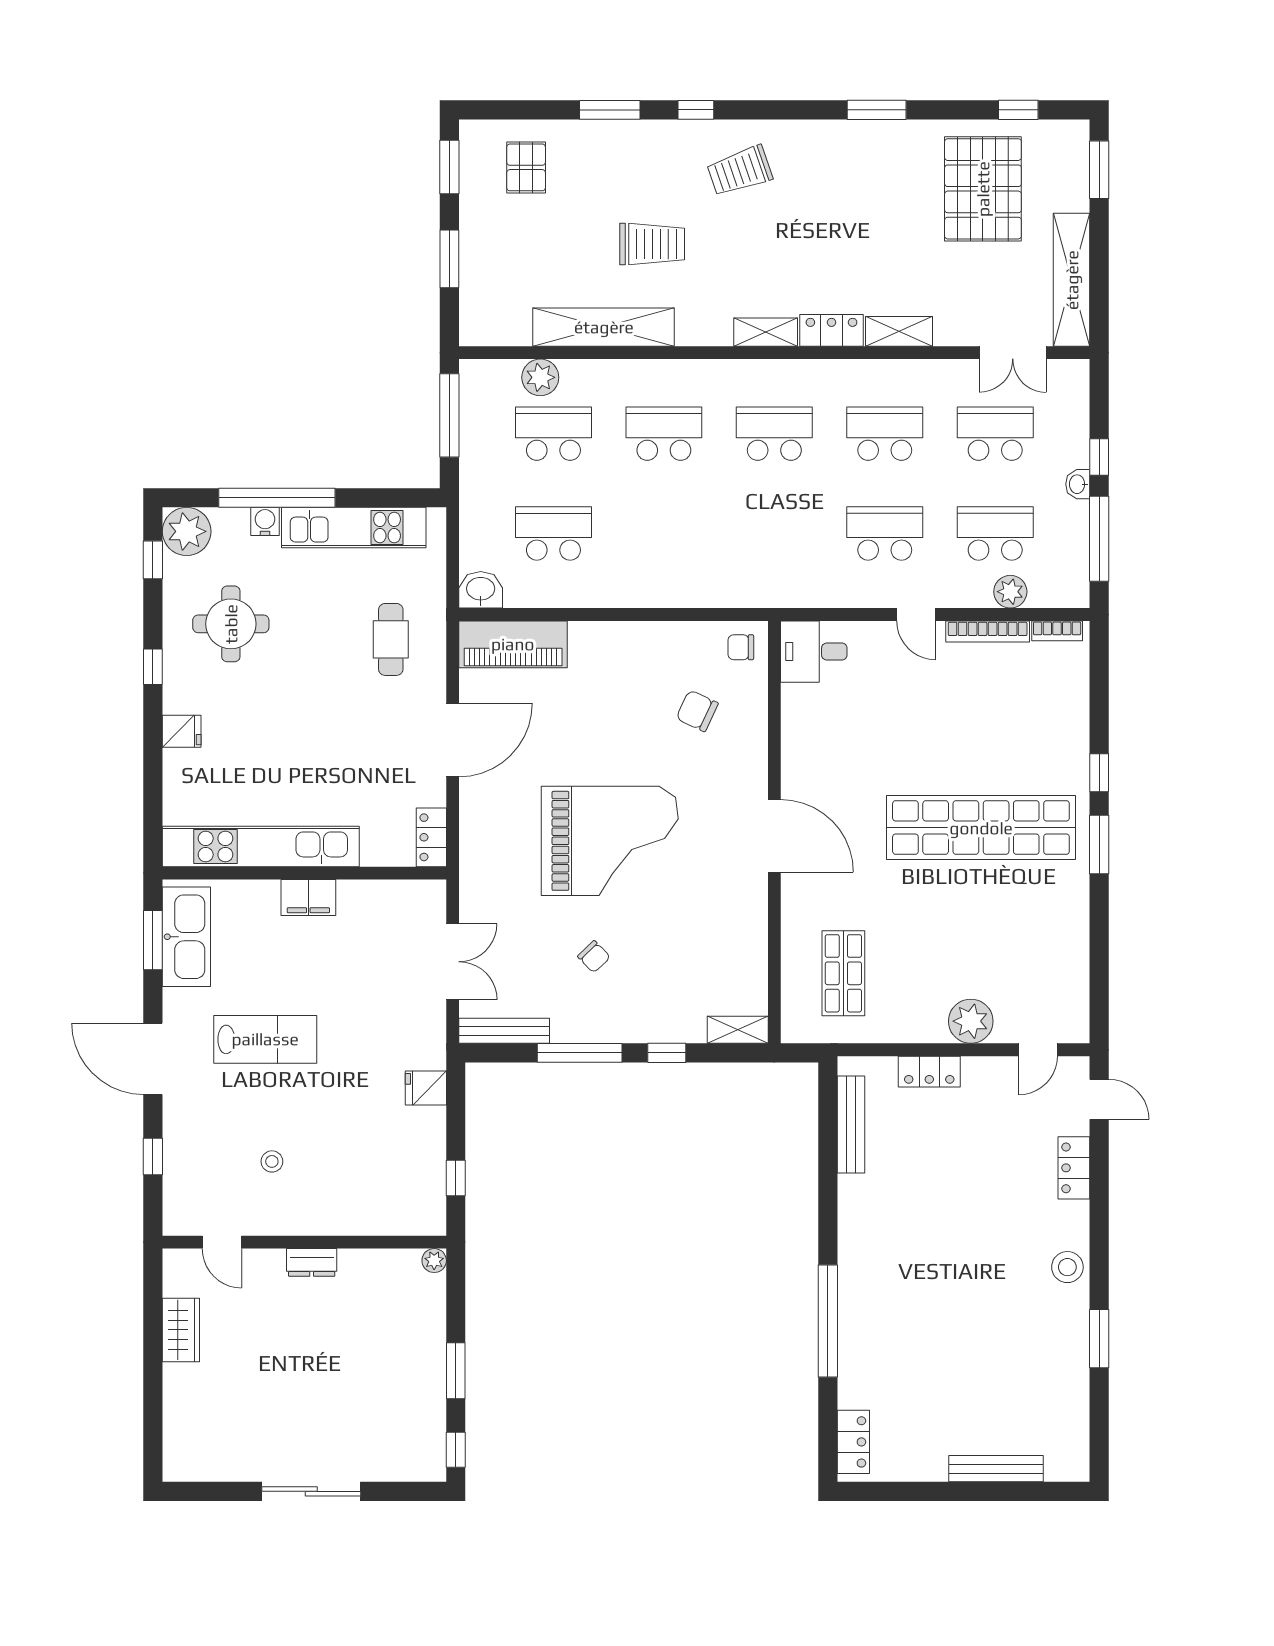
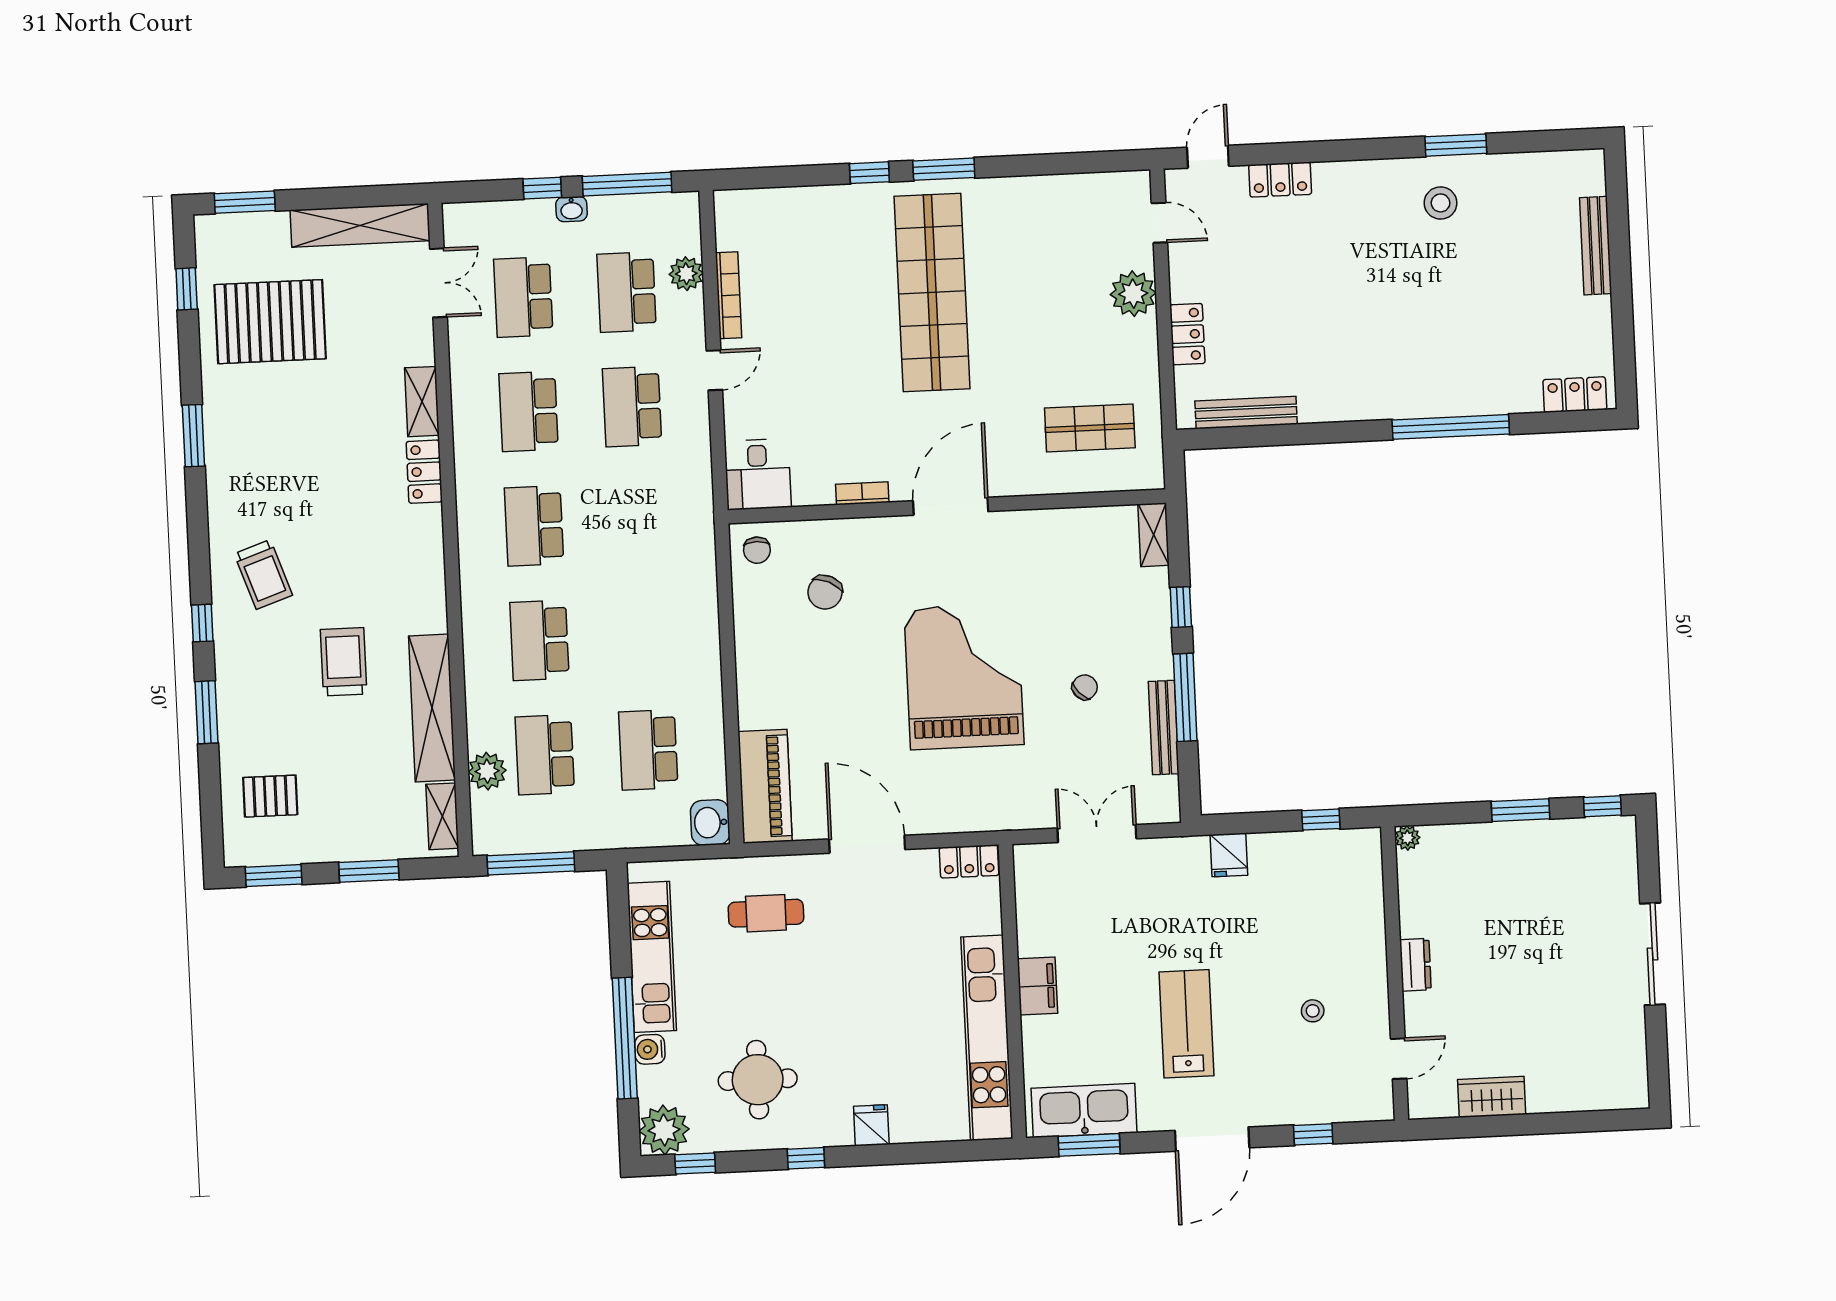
shelving: (766, 332) -> (442, 816), moved
bookcase: (1057, 631) -> (862, 493), moved, turned -90
bench: (504, 1031) -> (1164, 728), moved
stool: (1067, 1267) -> (1441, 203), moved

